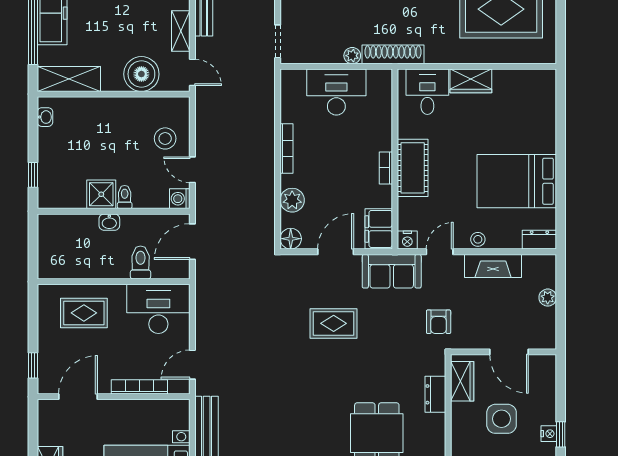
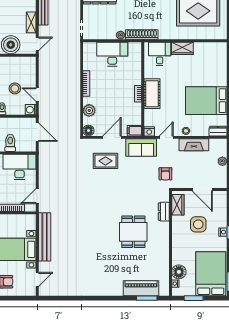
door: (192, 72) -> (37, 44), hinge flipped
stool: (165, 138) -> (15, 88), moved
filing cabinet: (379, 229) -> (134, 131), width x0.50
door: (192, 242) -> (37, 132), swing flipped
rug: (334, 323) -> (105, 161), moved

